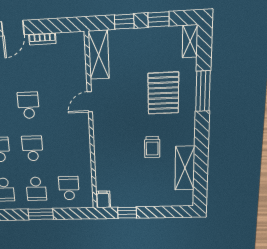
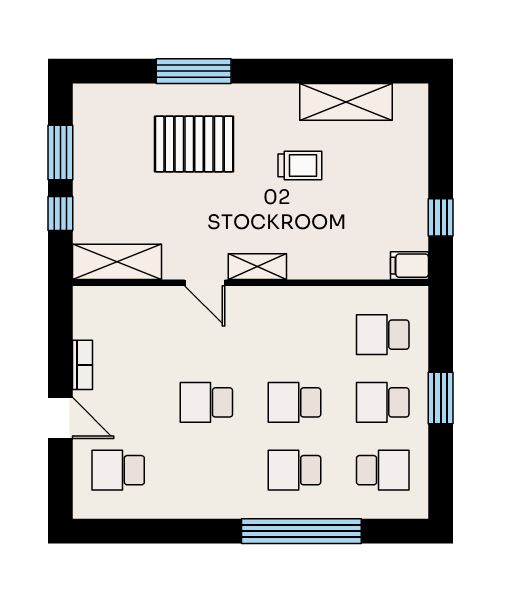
window: (159, 19) -> (60, 152), width x1.50
shelving: (190, 41) -> (257, 267), moved
school desk: (36, 189) -> (383, 402), turned 180

